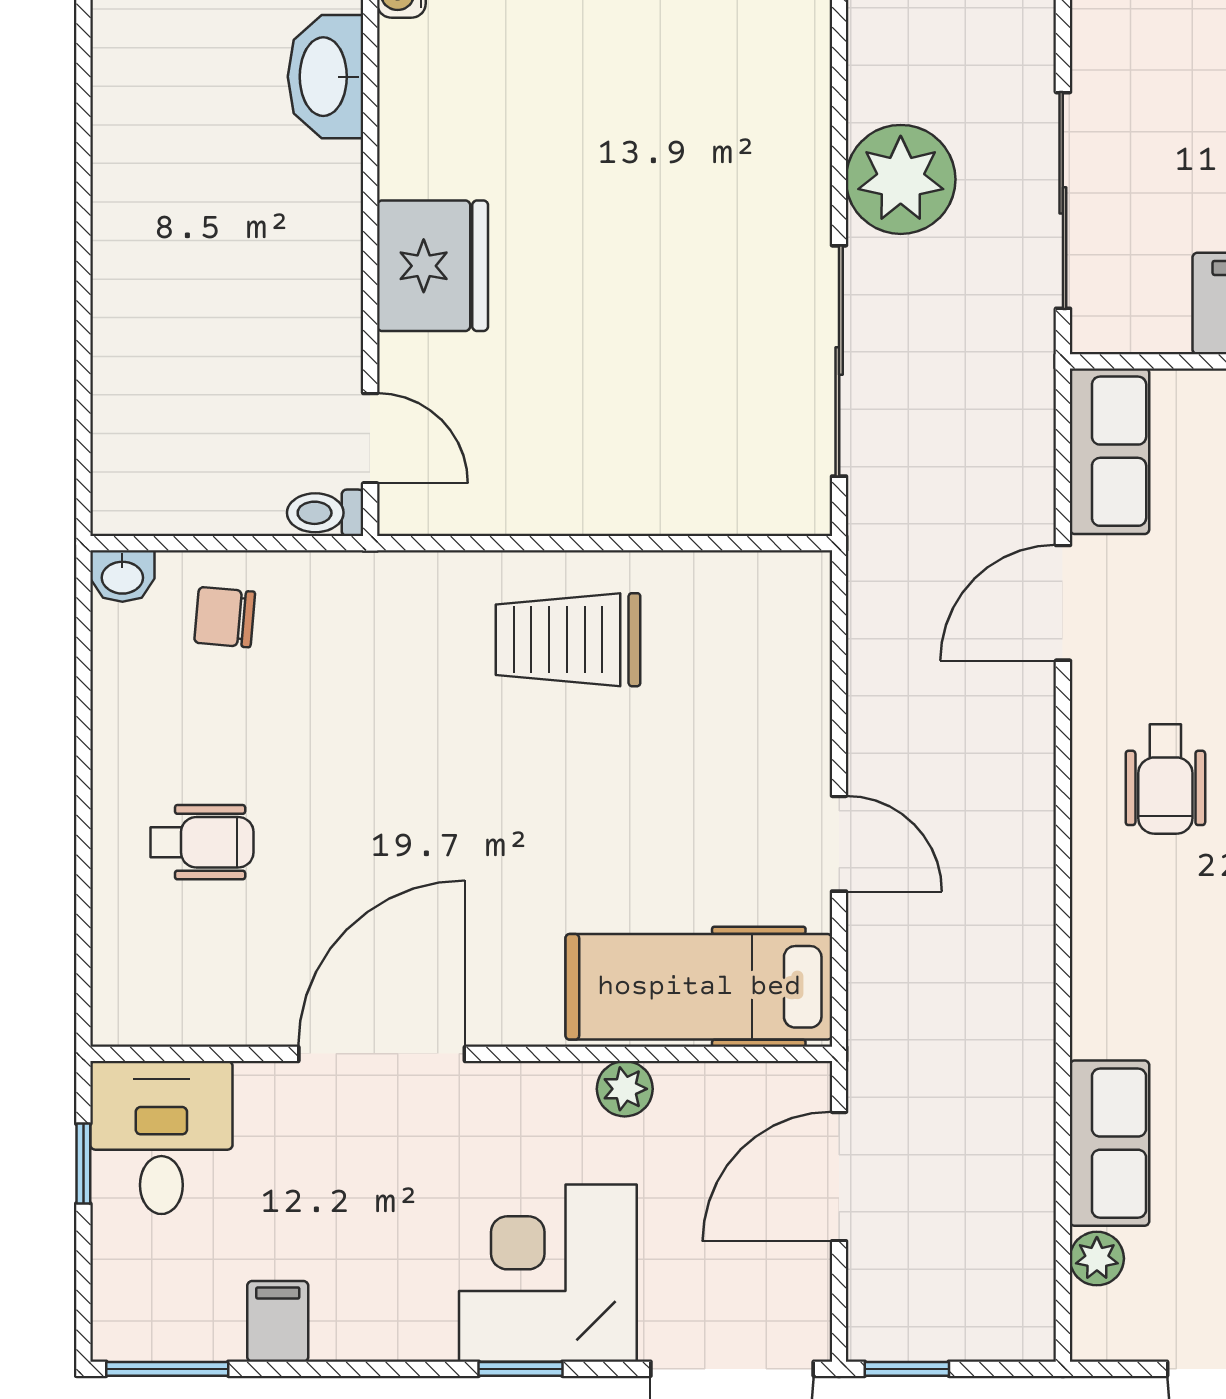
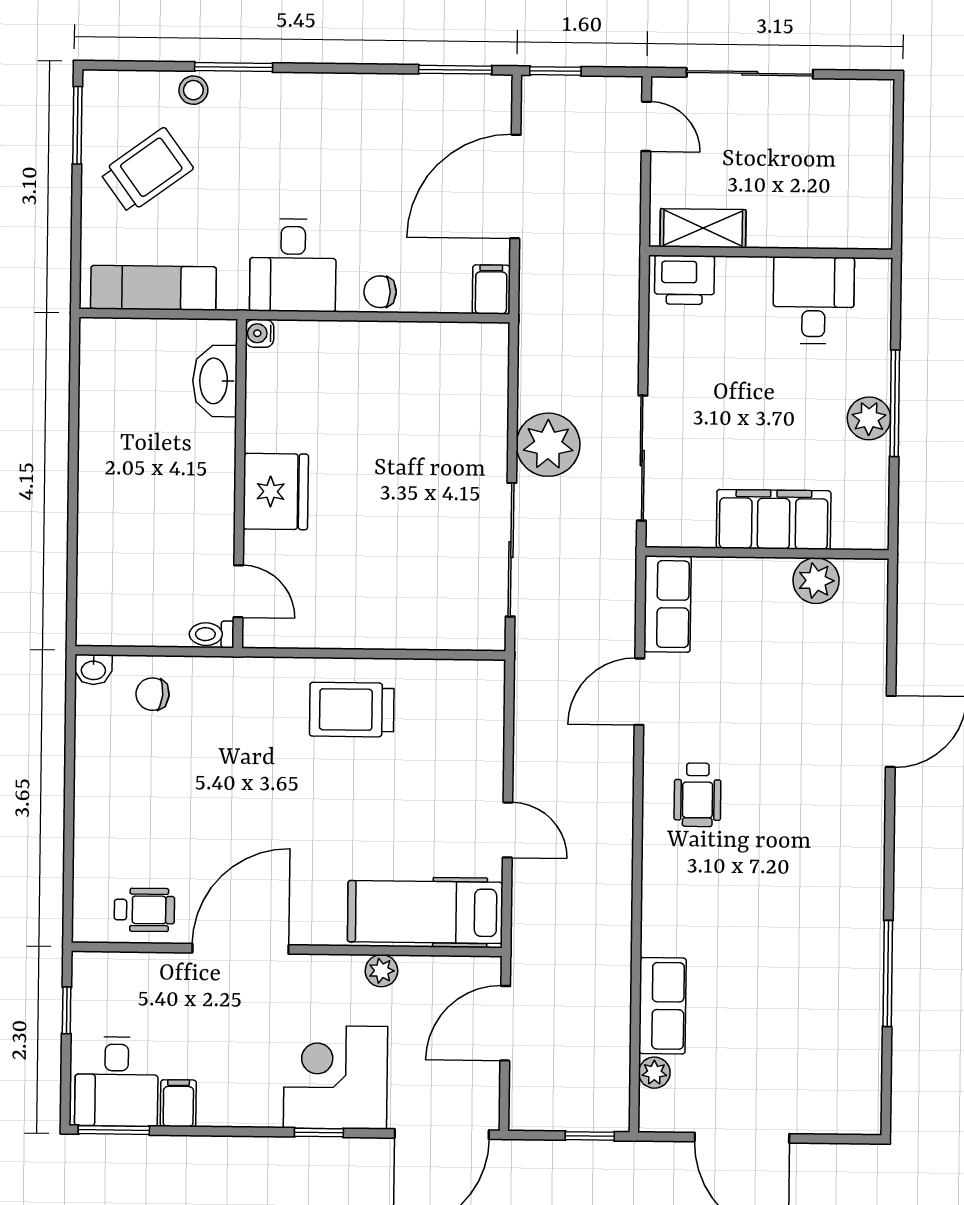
wheelchair: (202, 842) -> (144, 910), moved
desk: (161, 1138) -> (116, 1082), moved, turned 180
window: (907, 1369) -> (590, 1136), moved

